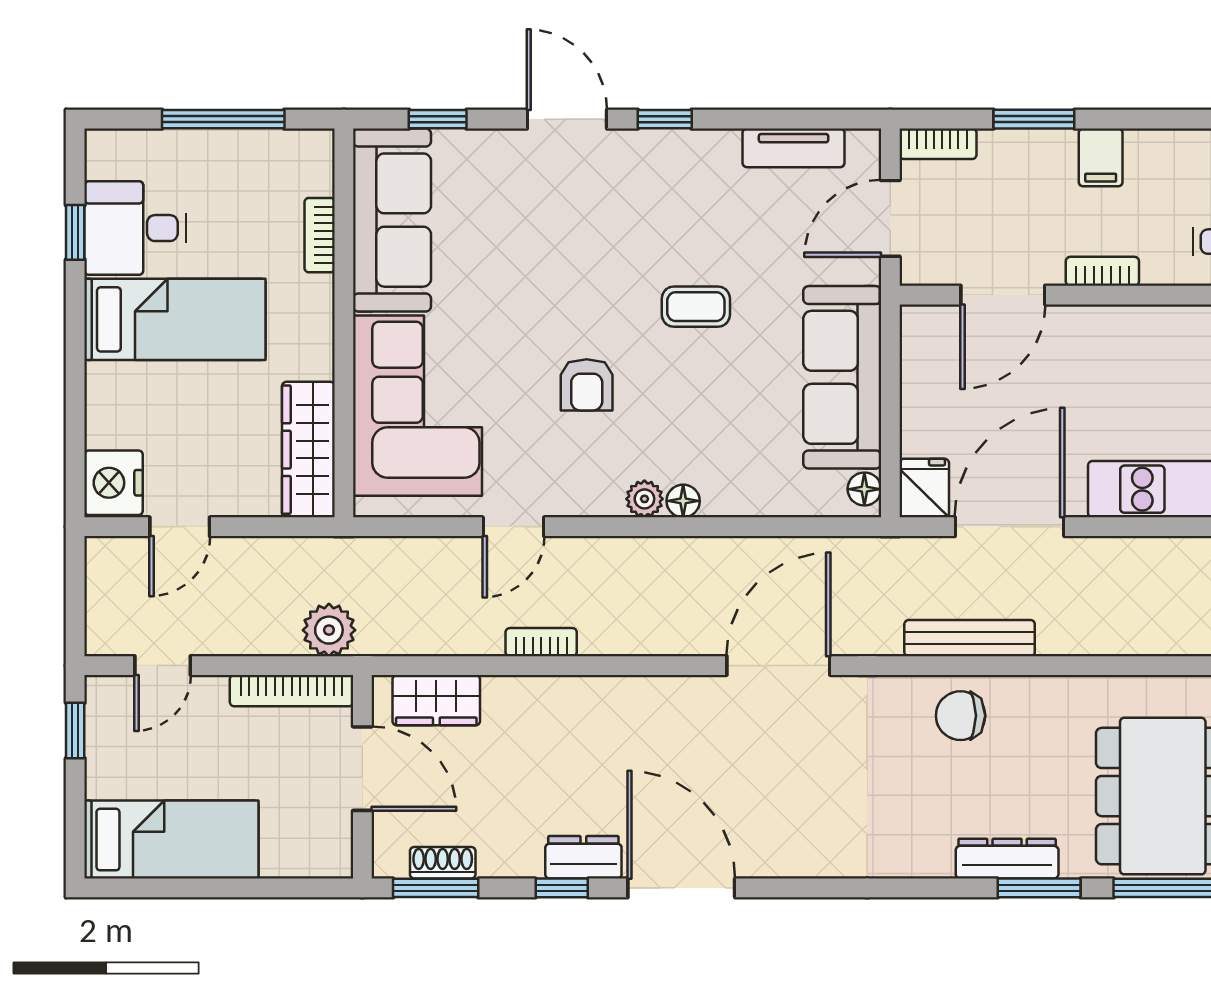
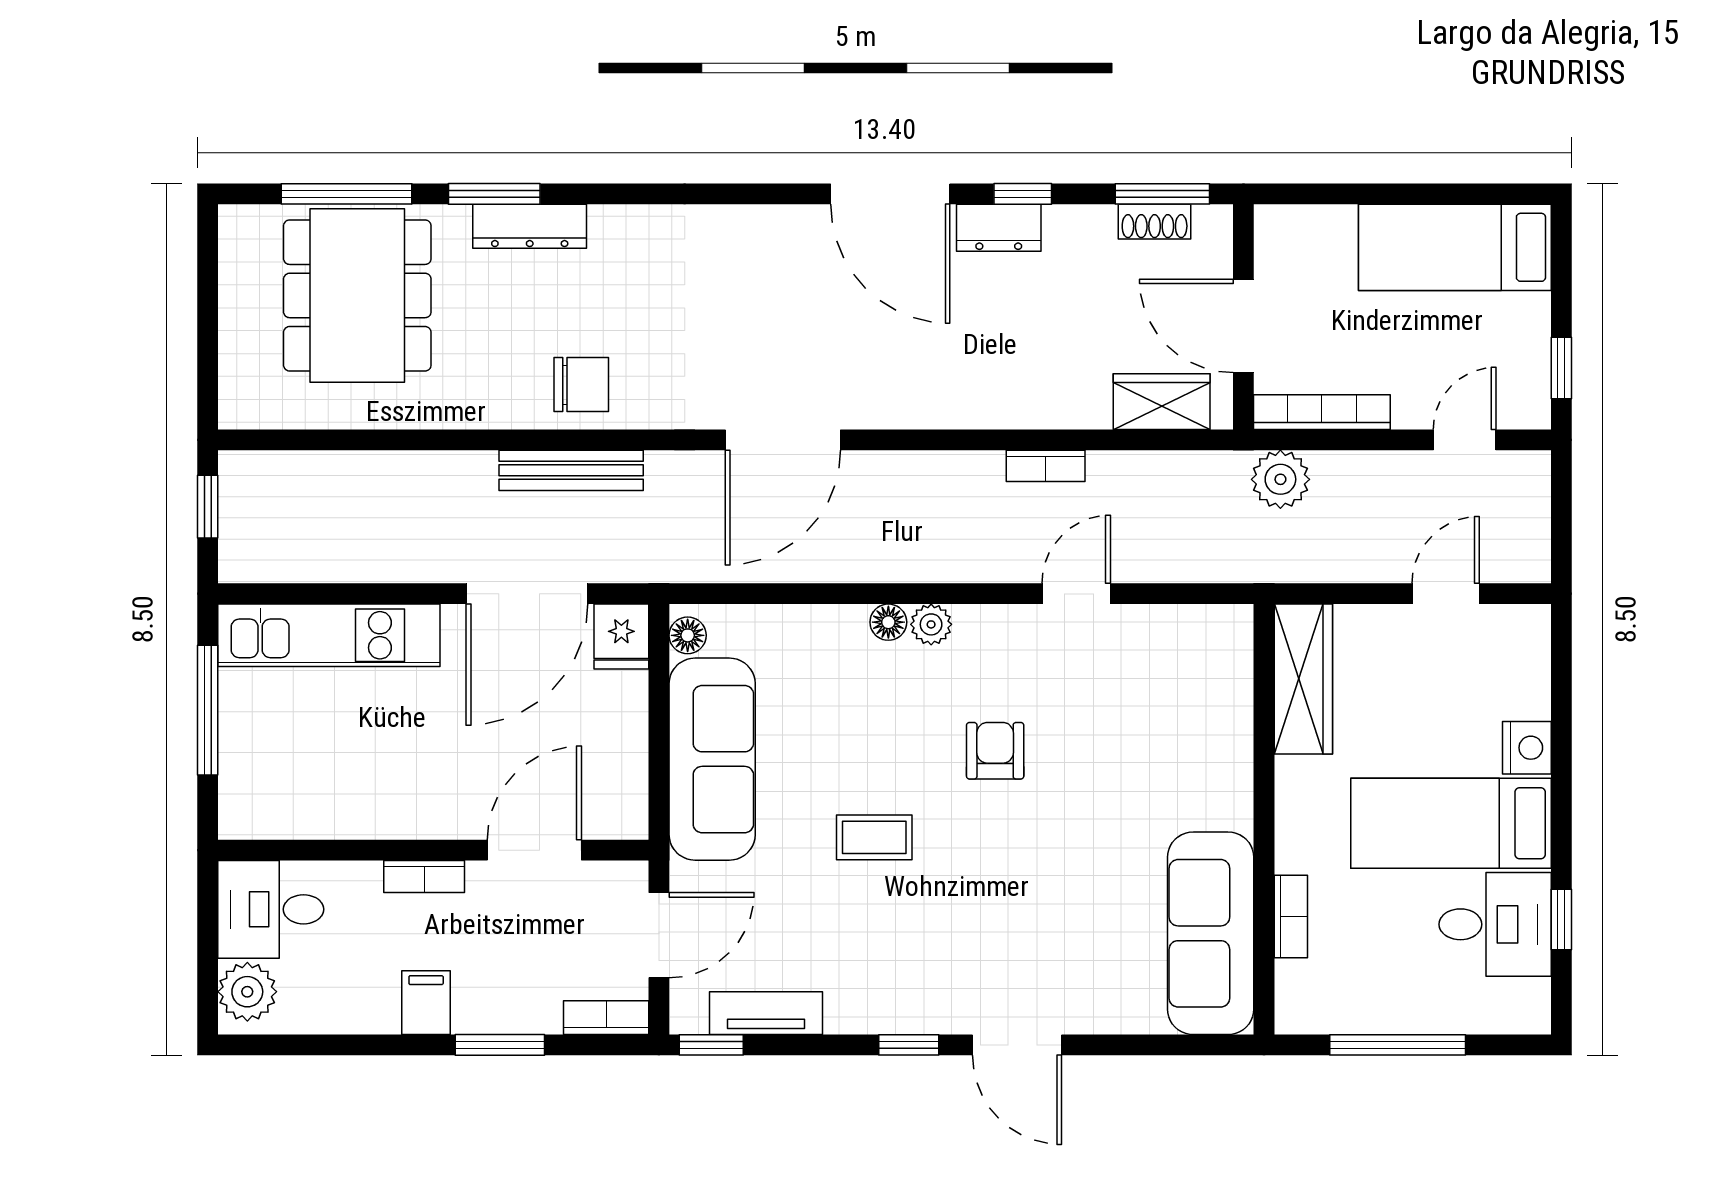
window: (438, 119) -> (711, 1045), moved
corner sofa: (418, 406) -> (1182, 728), removed
nightstand: (114, 483) -> (1527, 748), moved, width x0.74, depth x0.75

